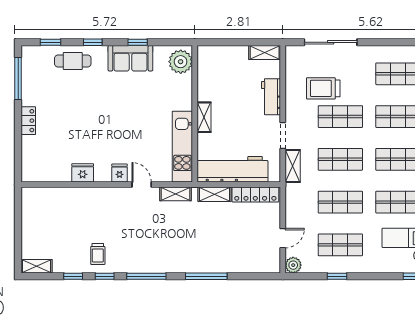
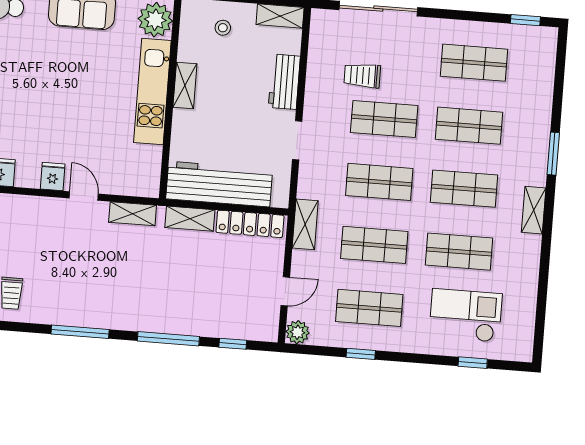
stool: (227, 63) -> (223, 28), added
trolley: (323, 88) -> (362, 76), width x0.73, depth x0.72
shelving: (204, 117) -> (185, 86), moved
kitchen unit: (182, 147) -> (152, 91), moved
shelving: (293, 166) -> (305, 224), moved
window: (105, 276) -> (233, 344), moved

